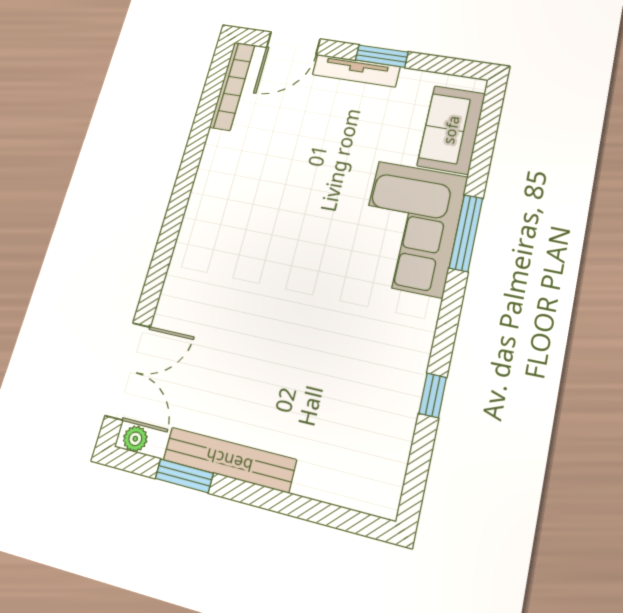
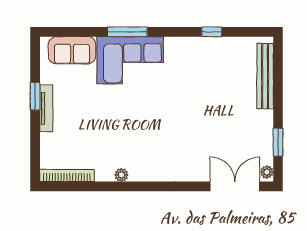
door: (293, 43) -> (35, 147), removed
plant: (207, 174) -> (121, 175), added
bench: (229, 460) -> (265, 76), moved

